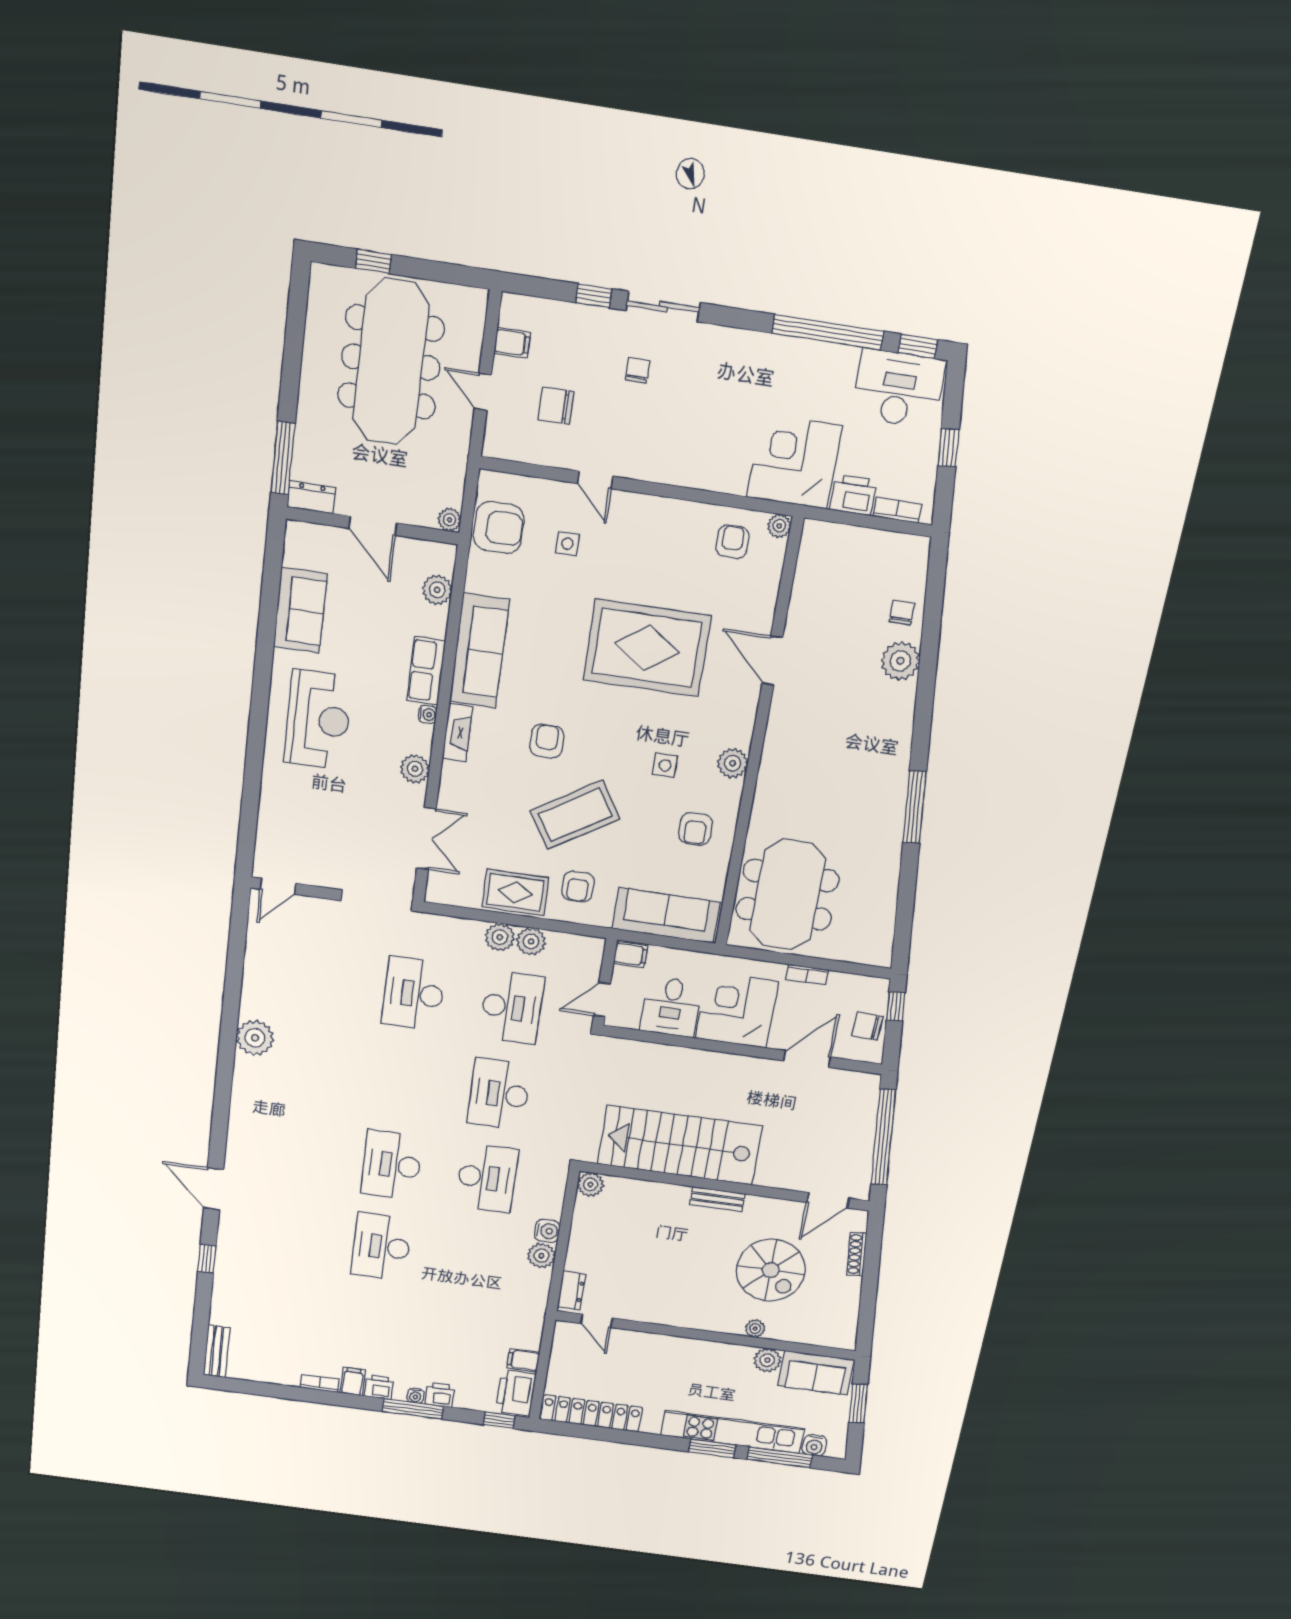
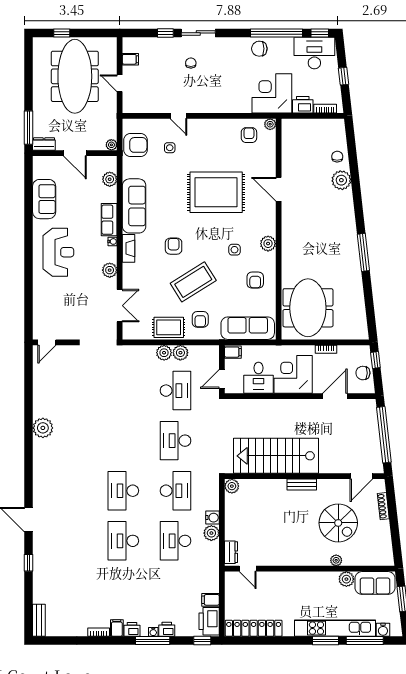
chair: (556, 406) -> (259, 49), moved
desk: (414, 994) -> (175, 541), moved

